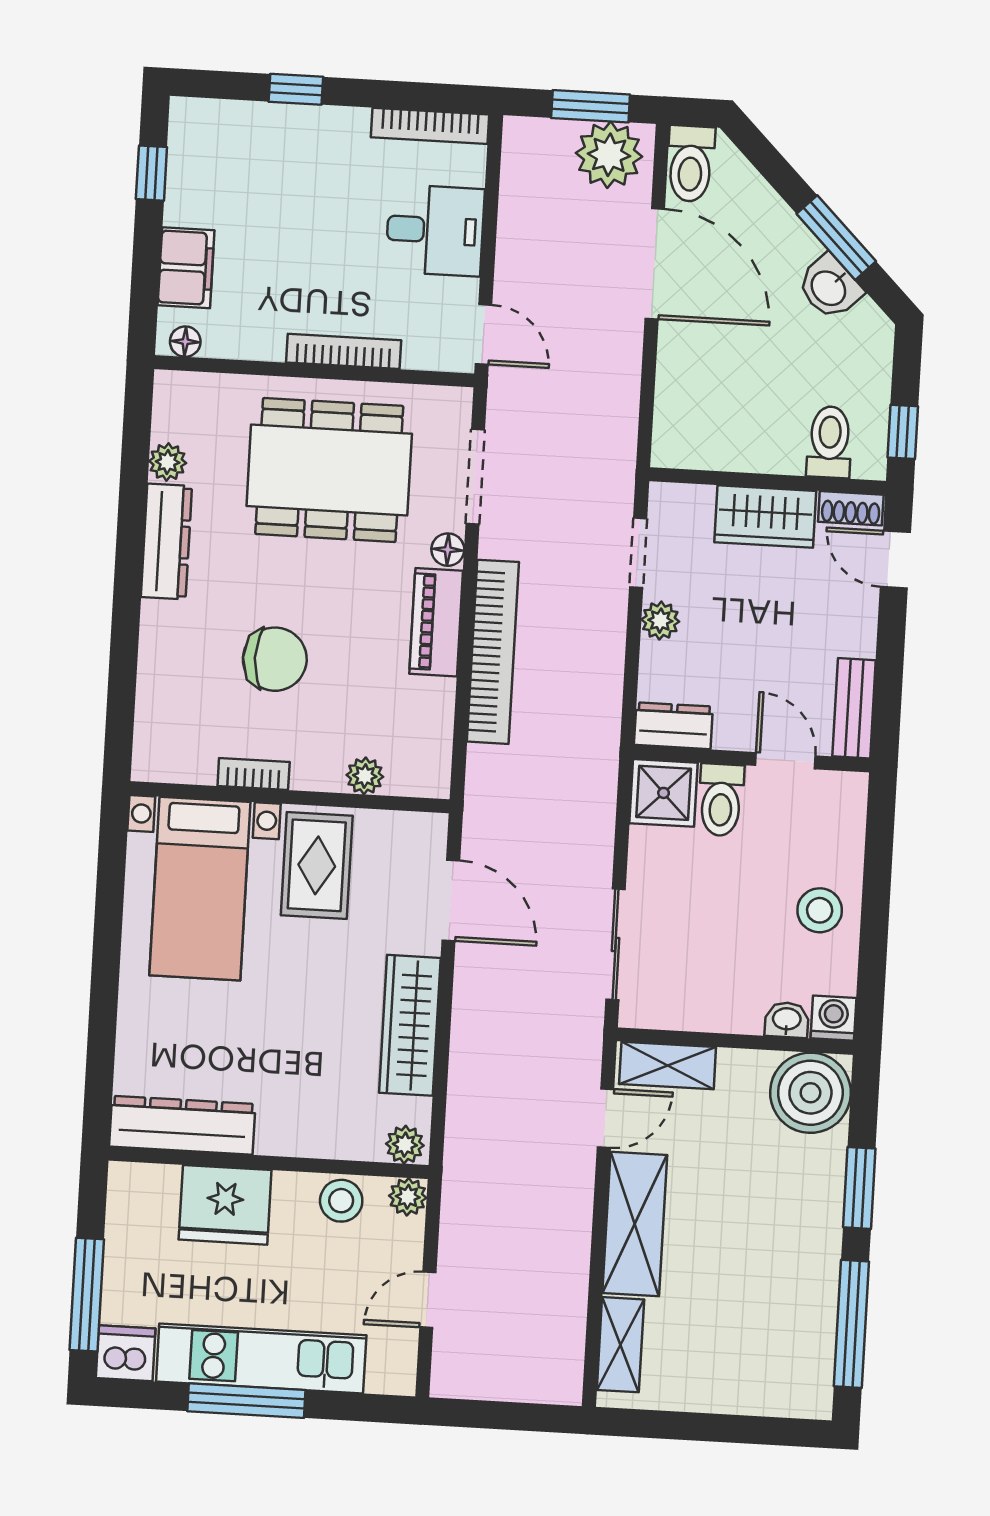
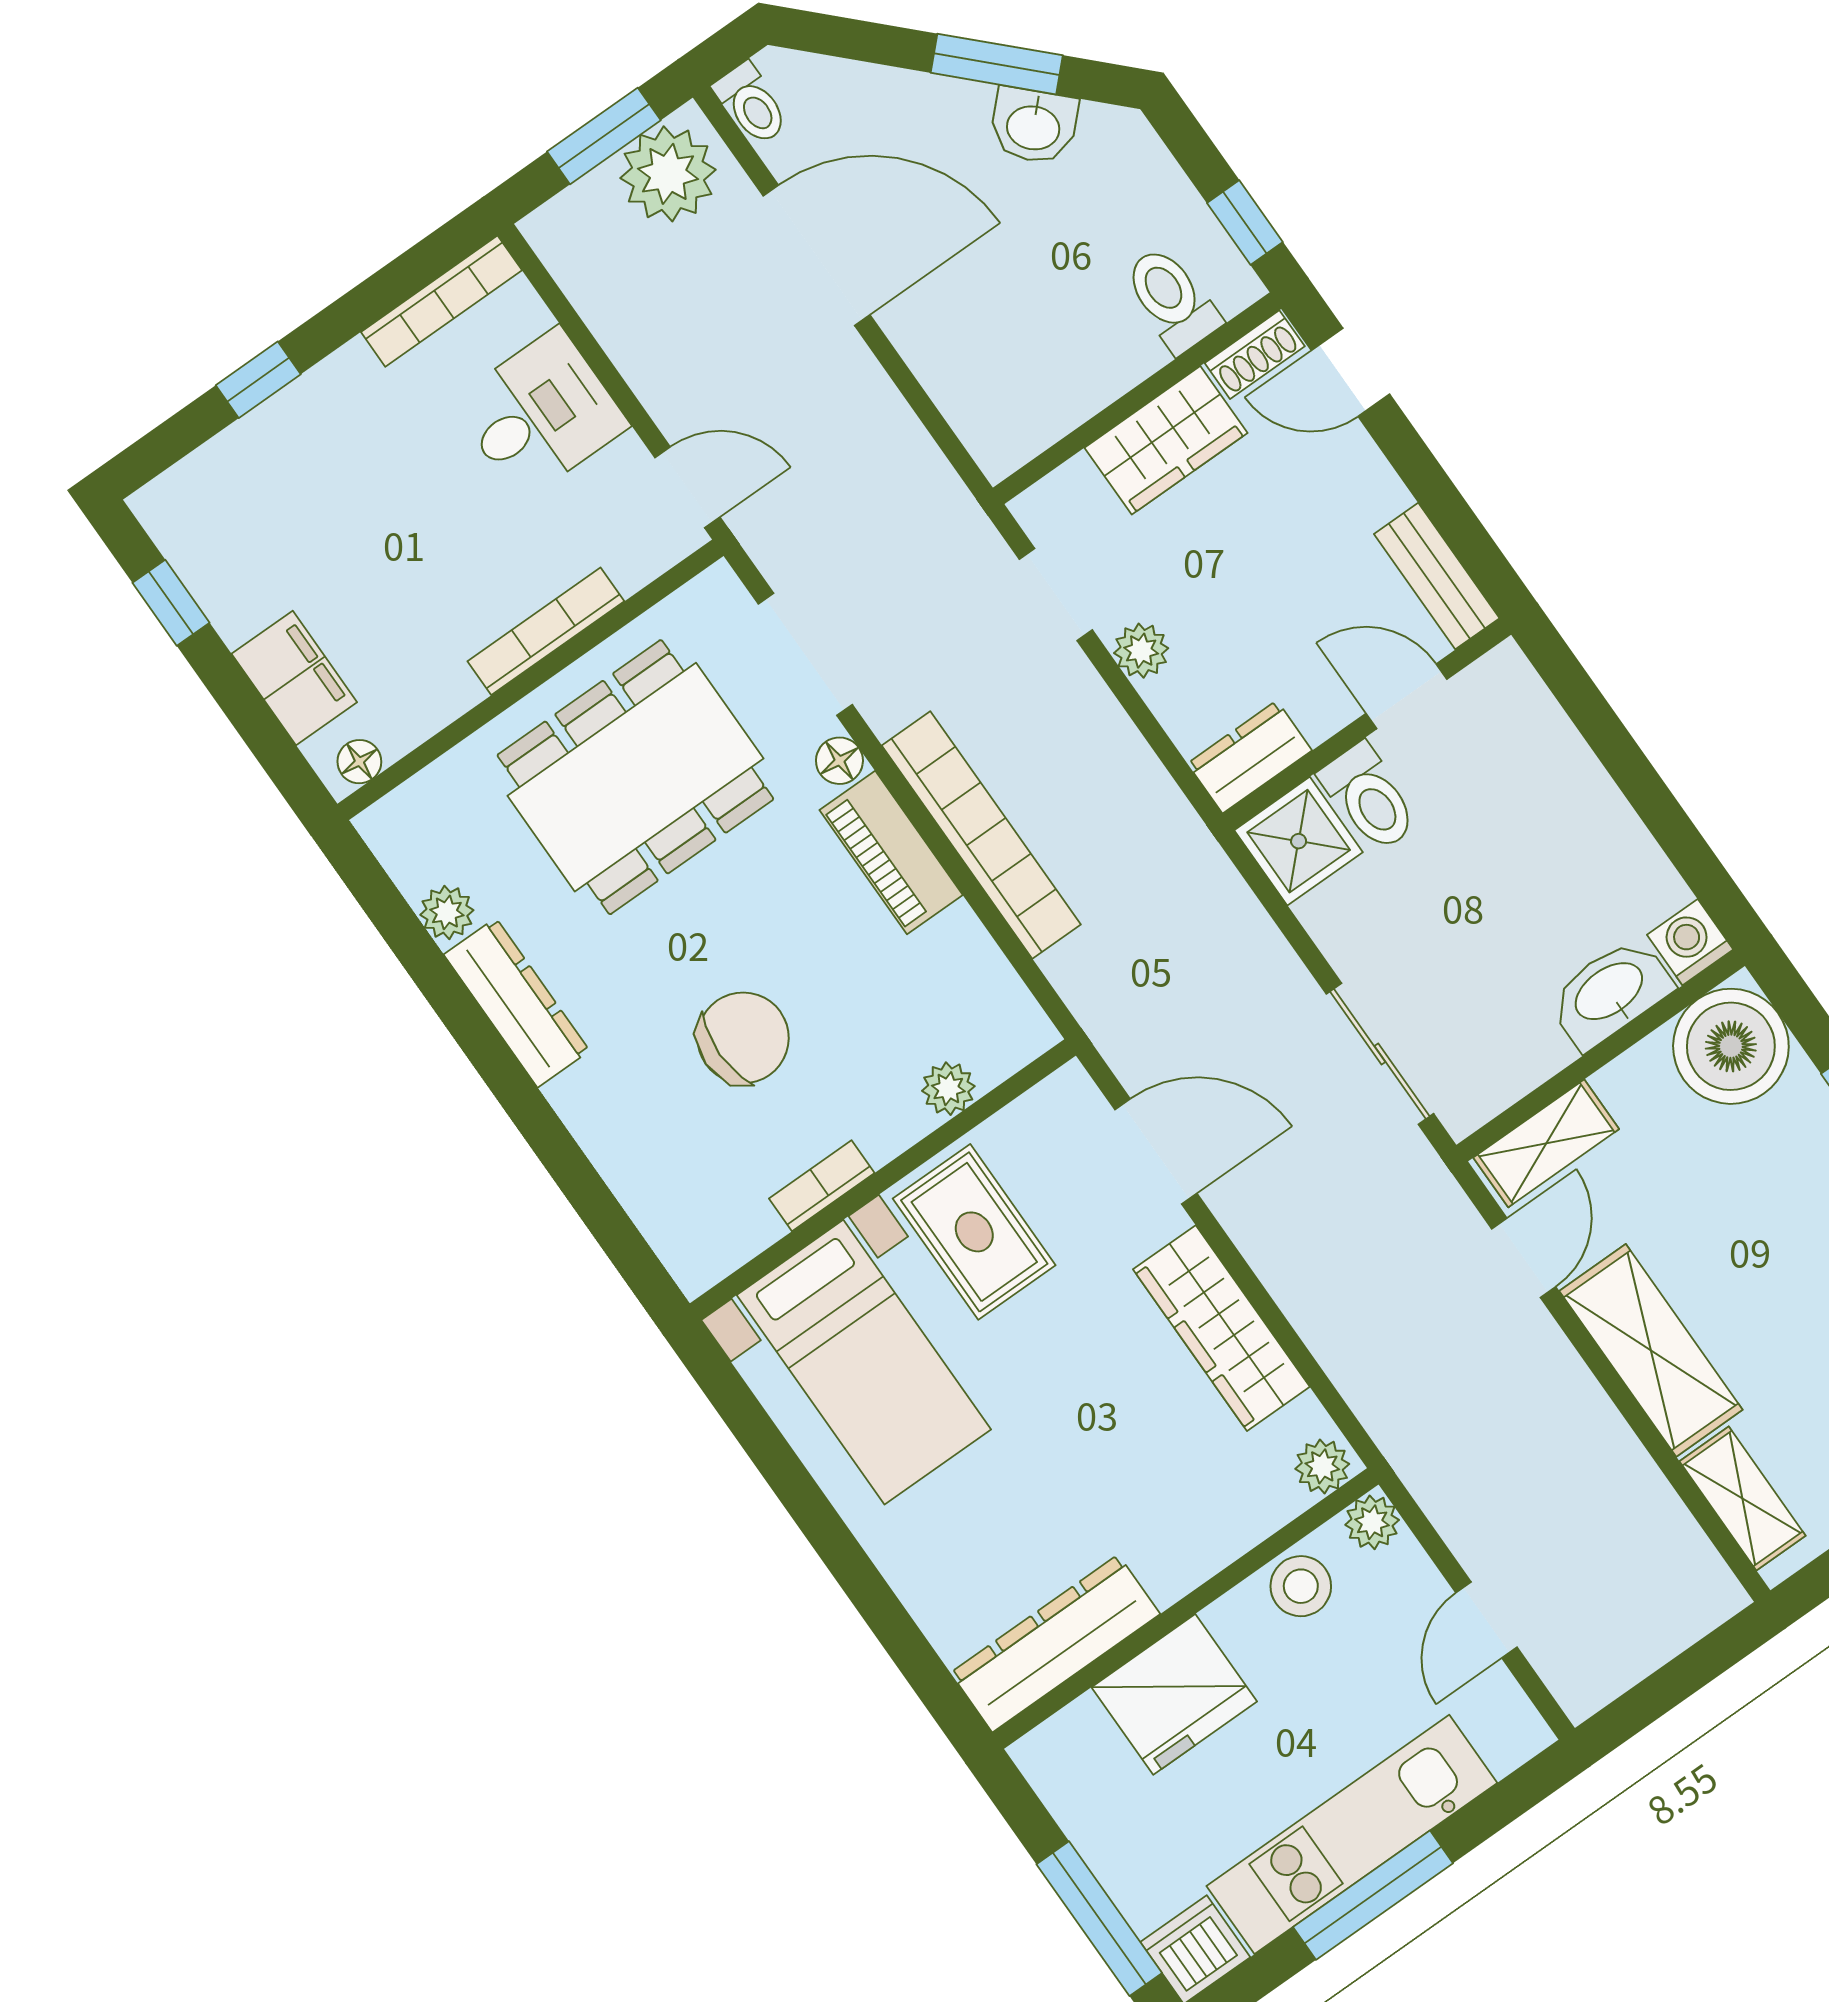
toilet: (691, 164) -> (751, 104), width x0.73, depth x0.72
stool: (820, 910) -> (1578, 834), removed
washbasin: (787, 1020) -> (1610, 993), width x1.91, depth x1.45

